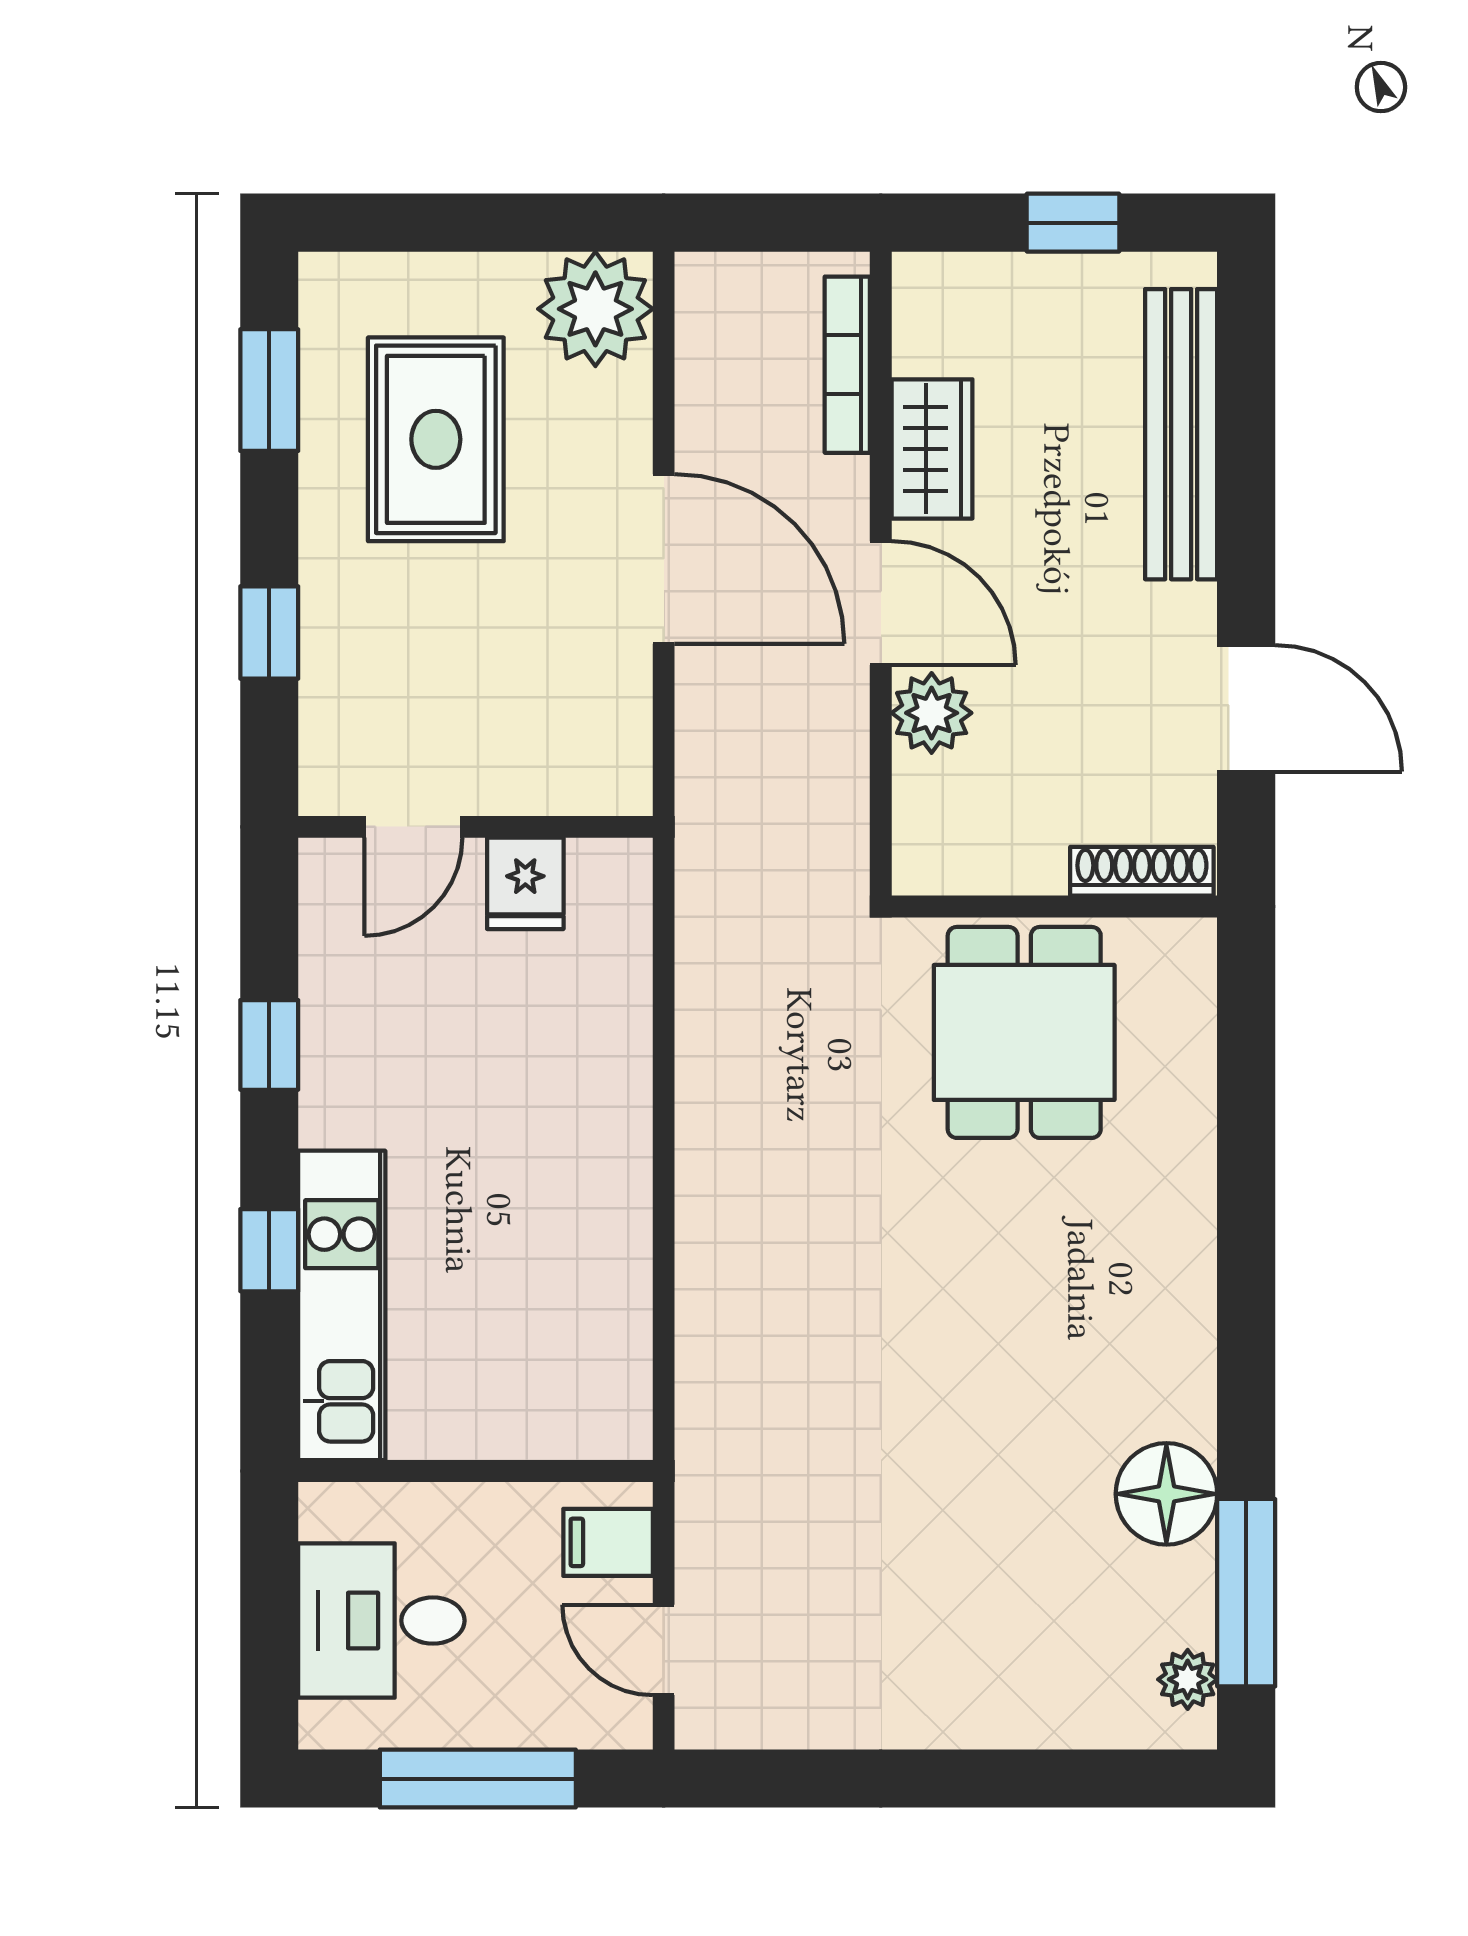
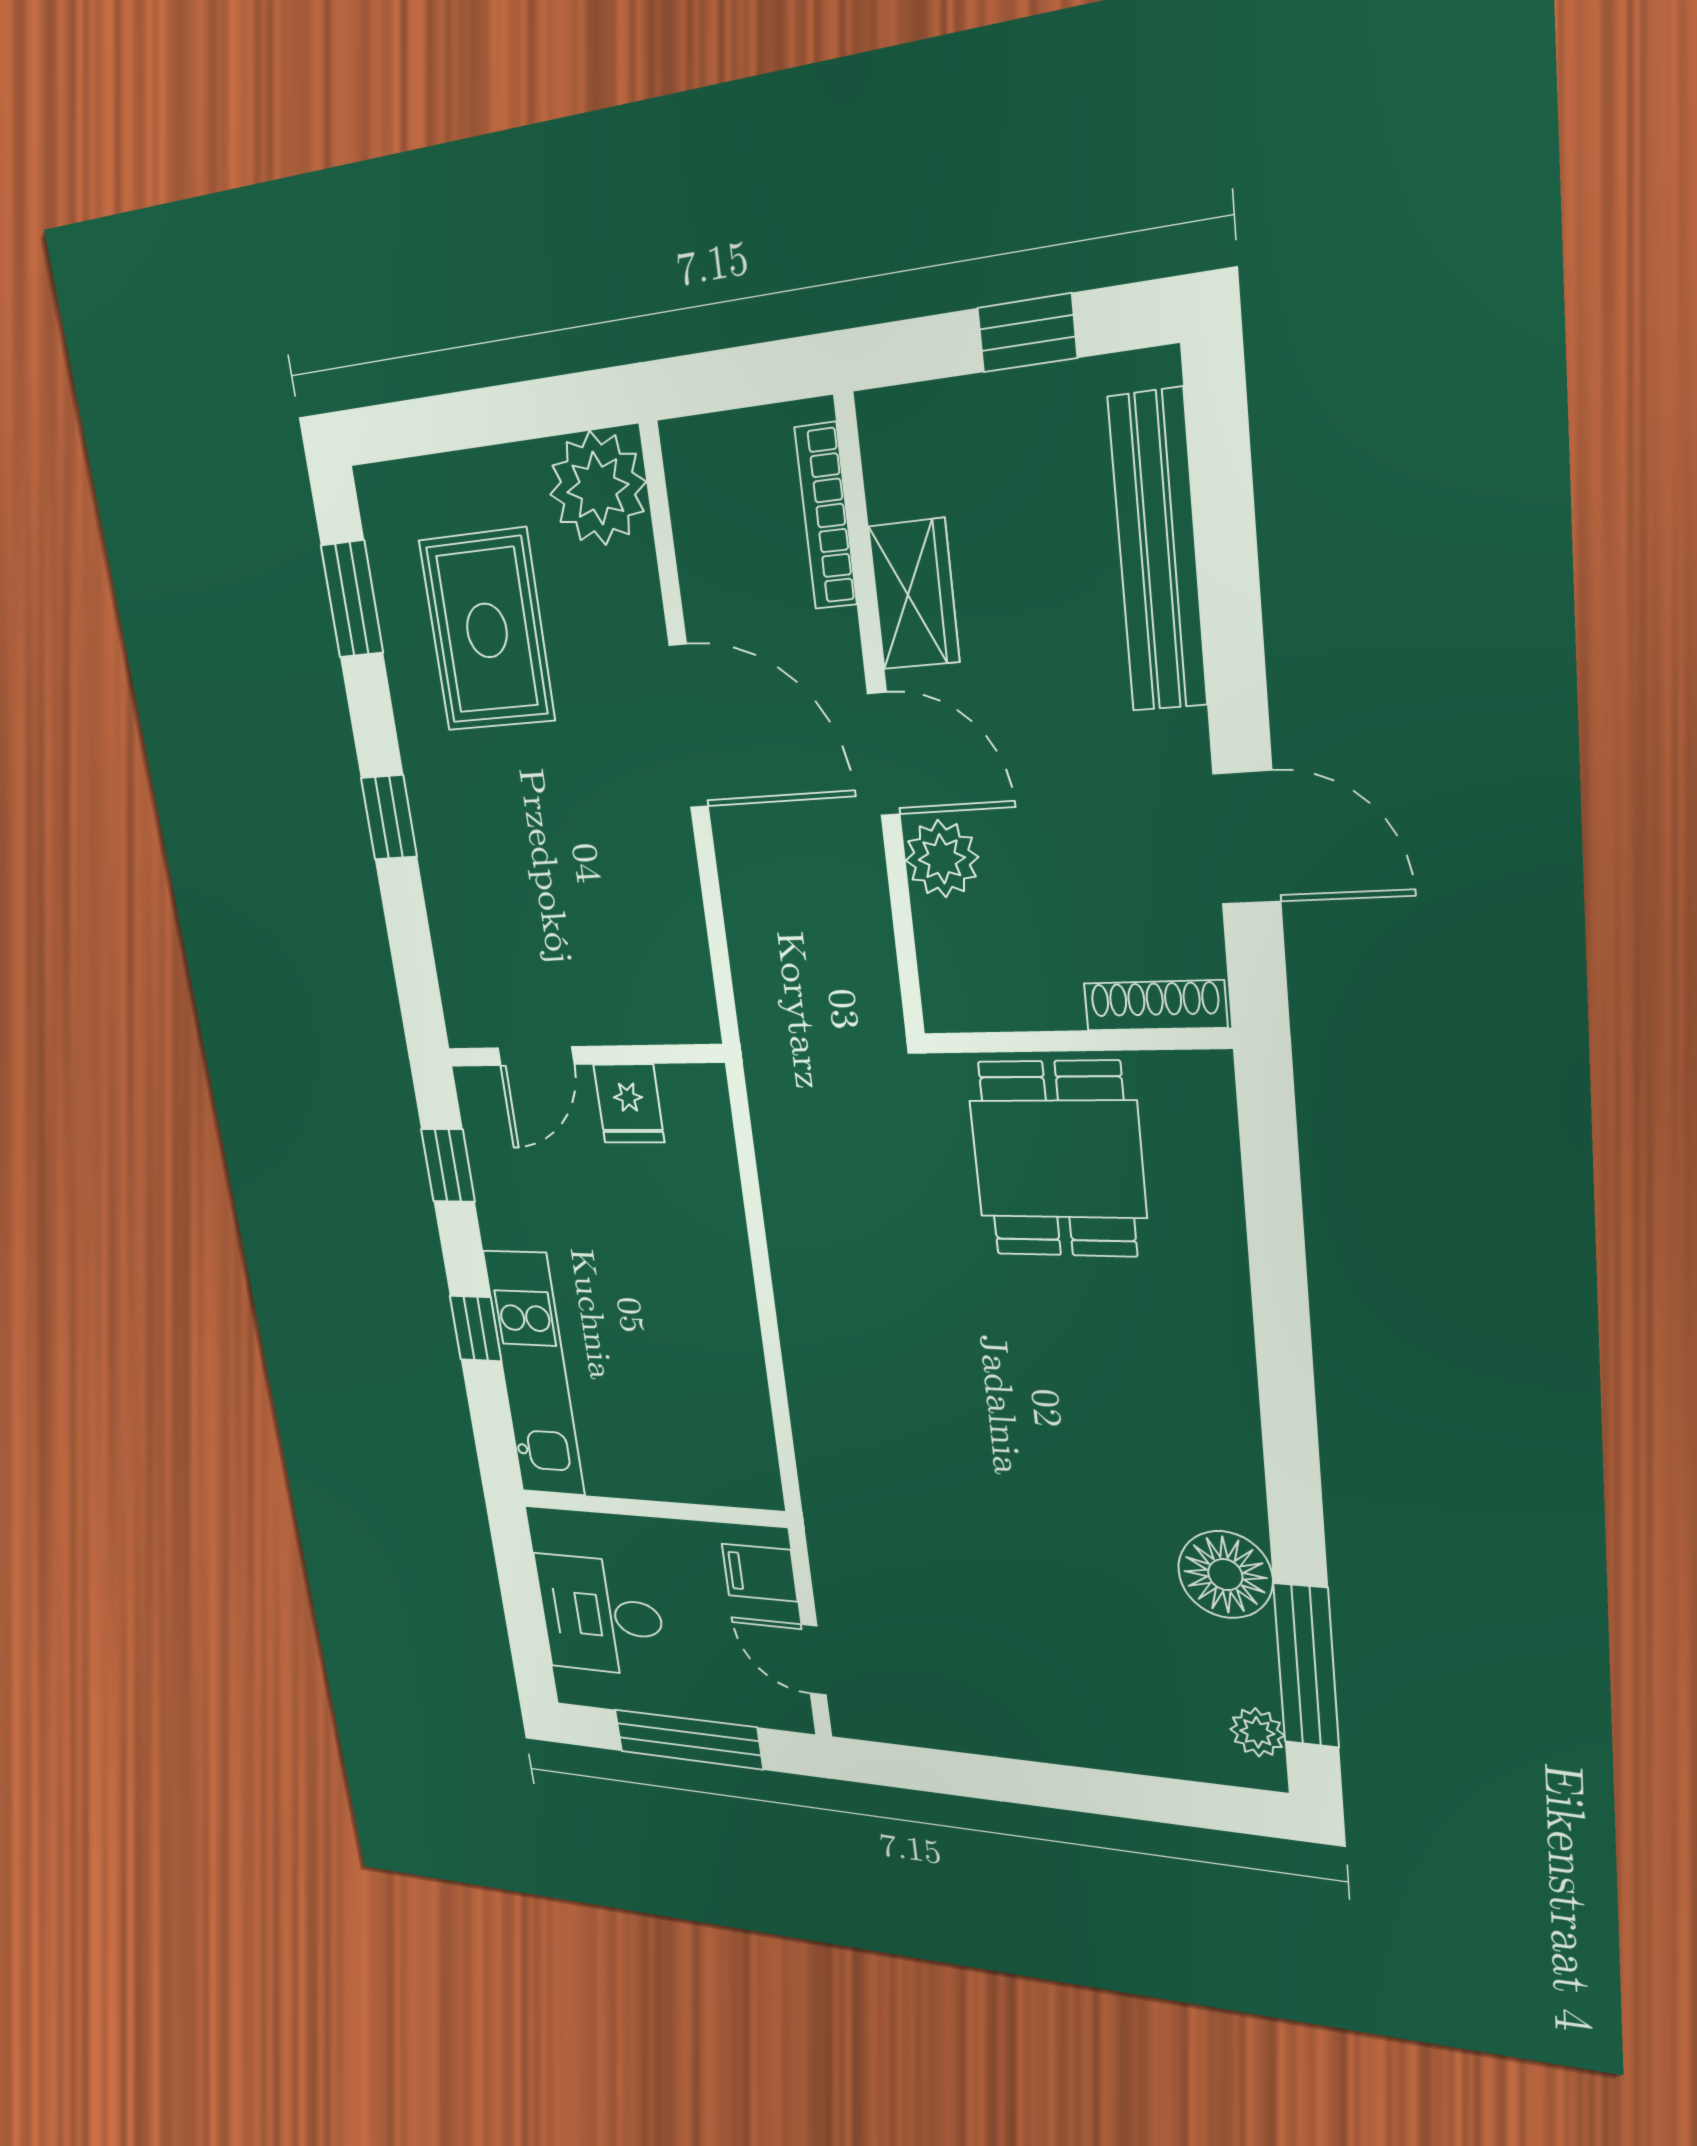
door: (413, 827) -> (536, 1056), moved
wall: (475, 827) -> (583, 1055), moved
fridge: (525, 883) -> (629, 1103), moved

